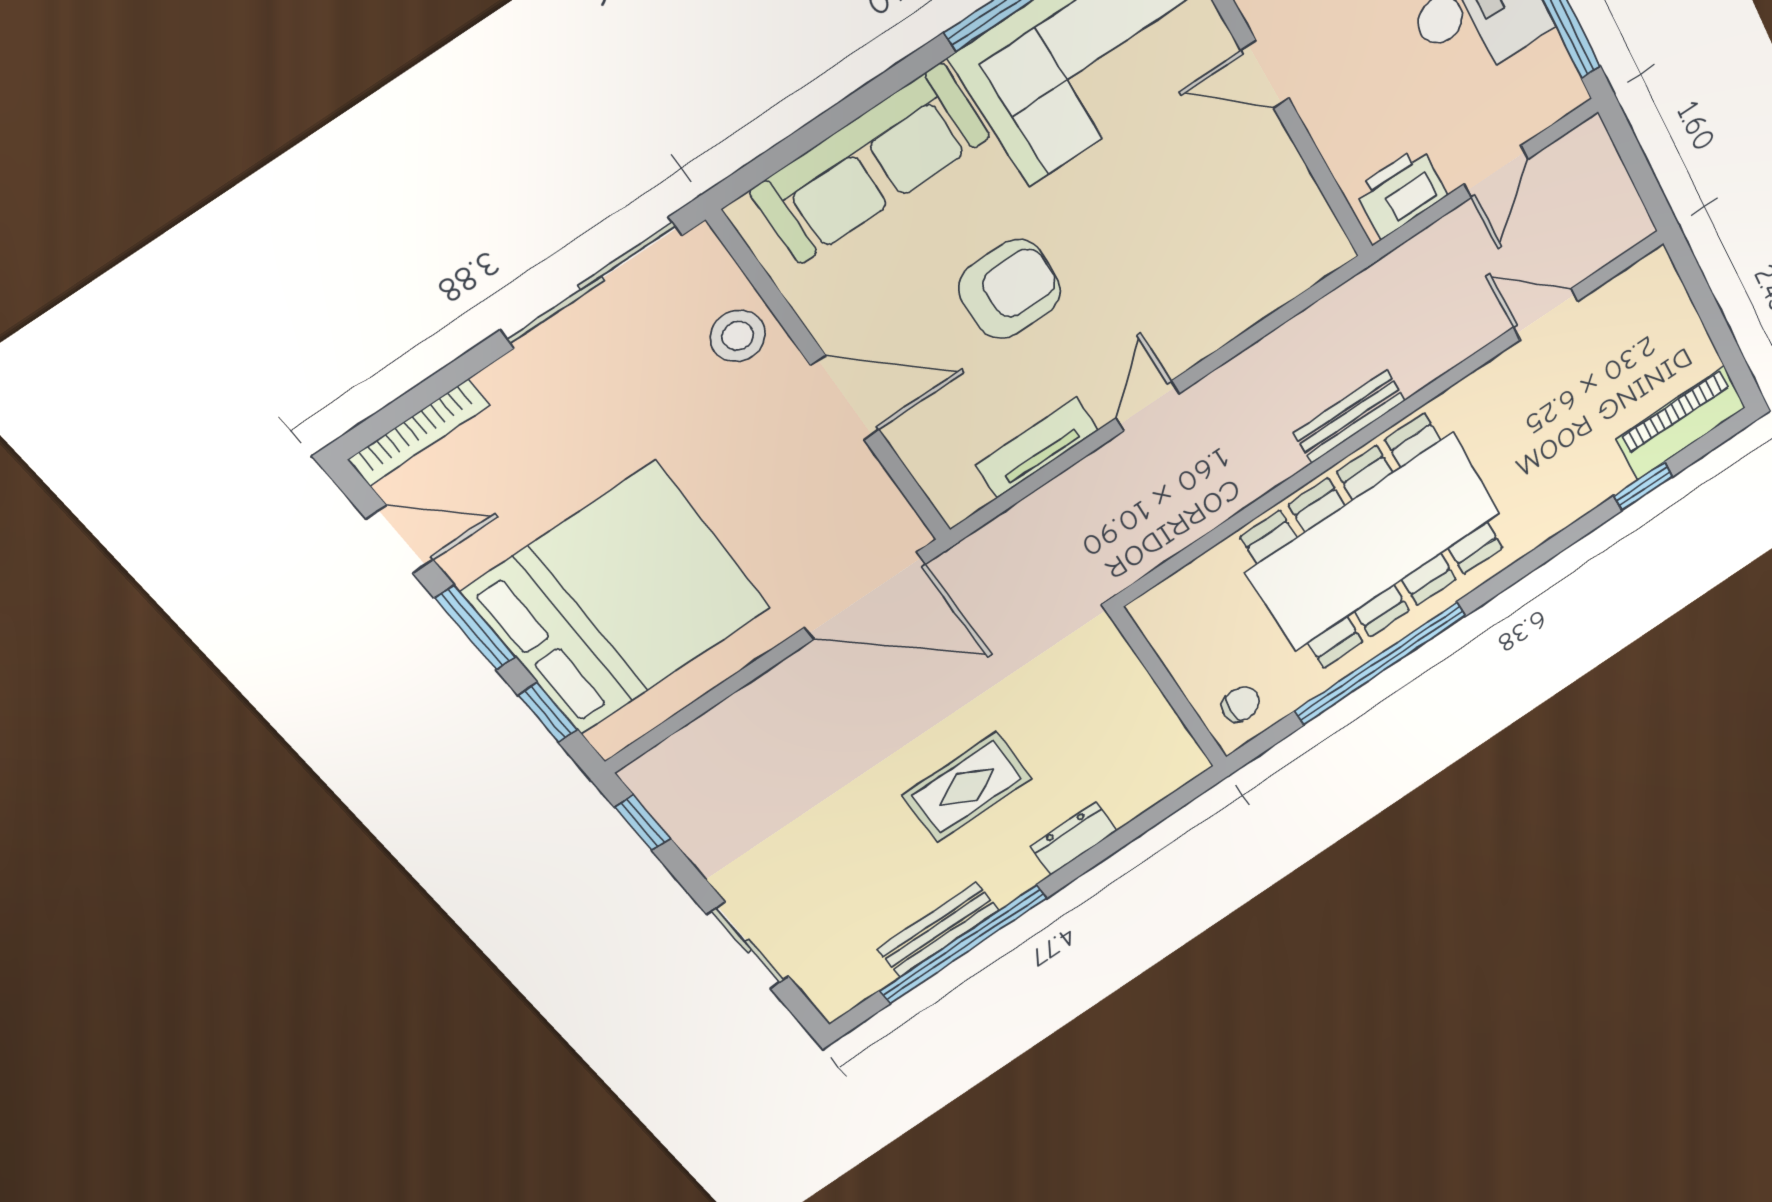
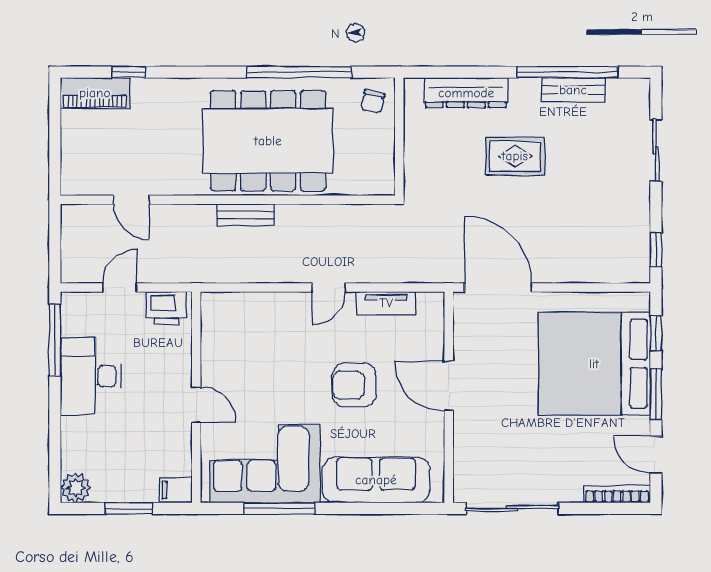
stool: (738, 336) -> (473, 445), removed
chair: (1241, 704) -> (373, 102), turned -78
dresser: (1074, 839) -> (466, 93), width x1.96, depth x1.24

